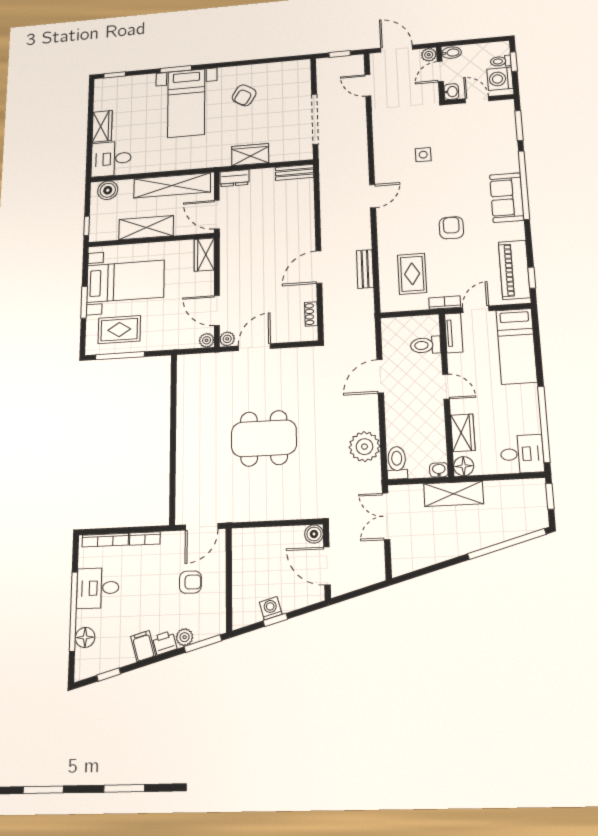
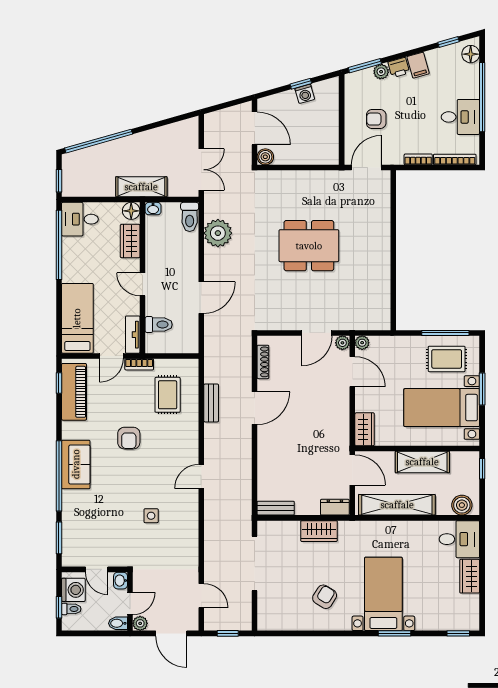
shoe rack: (311, 314) -> (263, 362), width x1.43
floor lamp: (85, 637) -> (471, 54), moved

